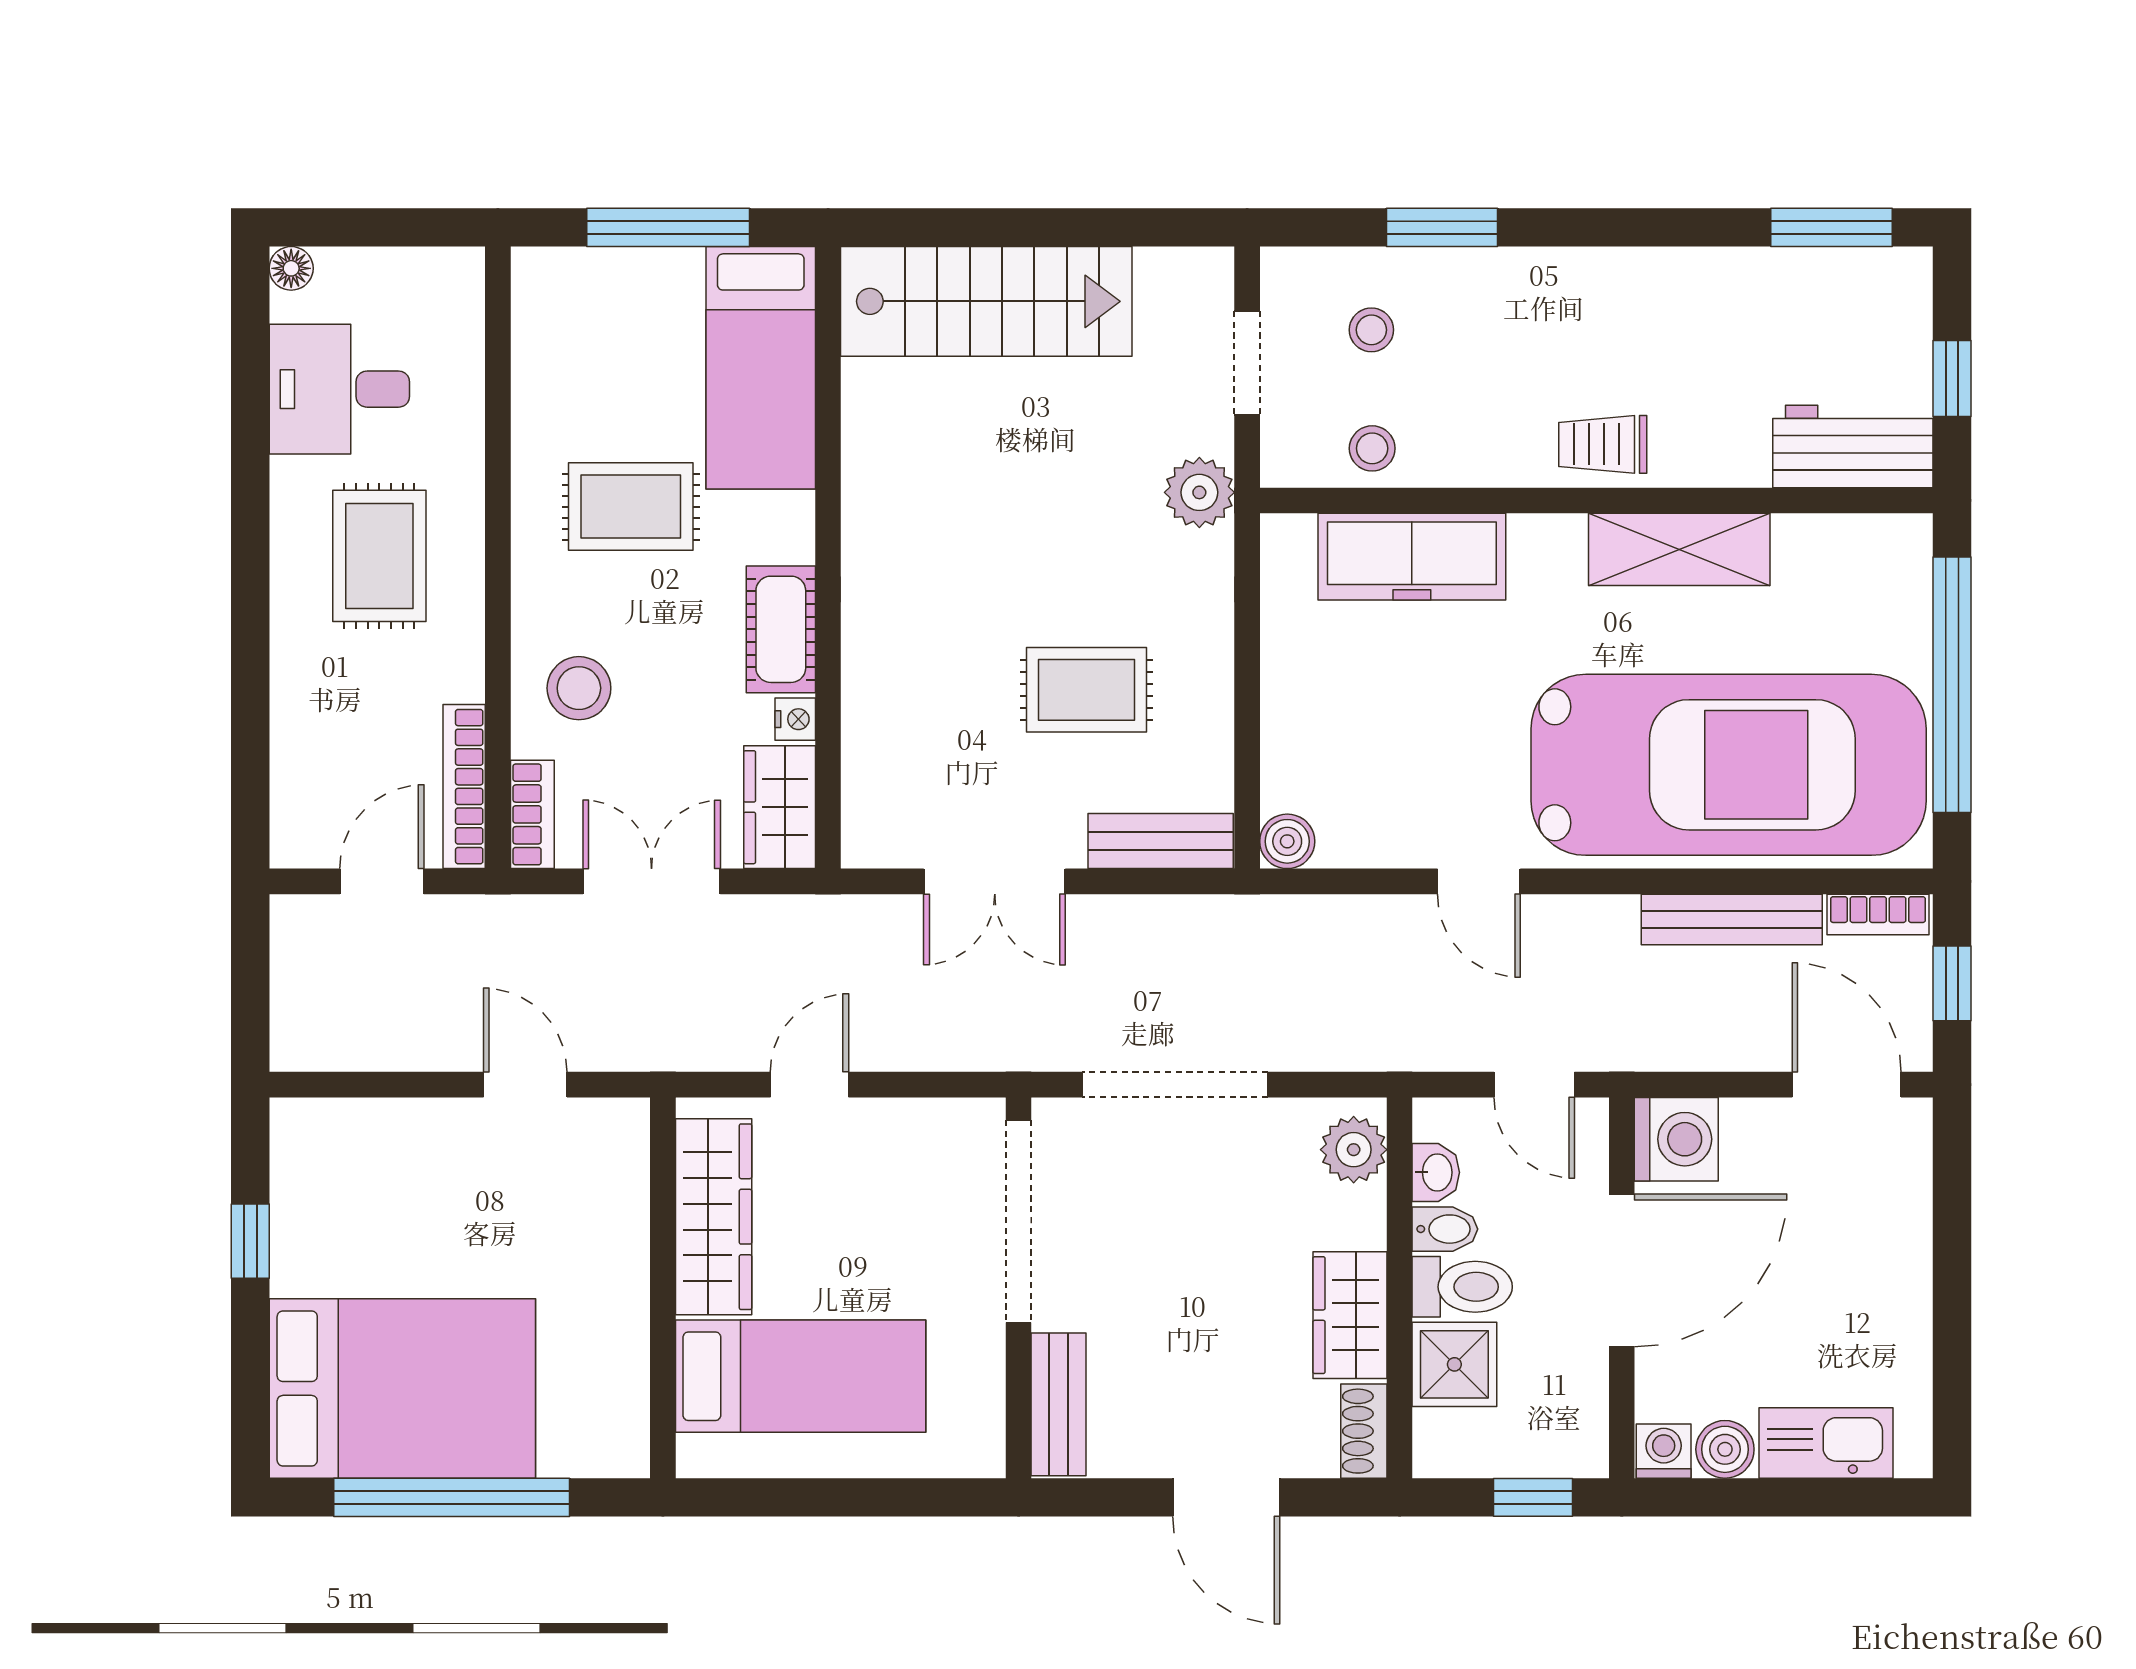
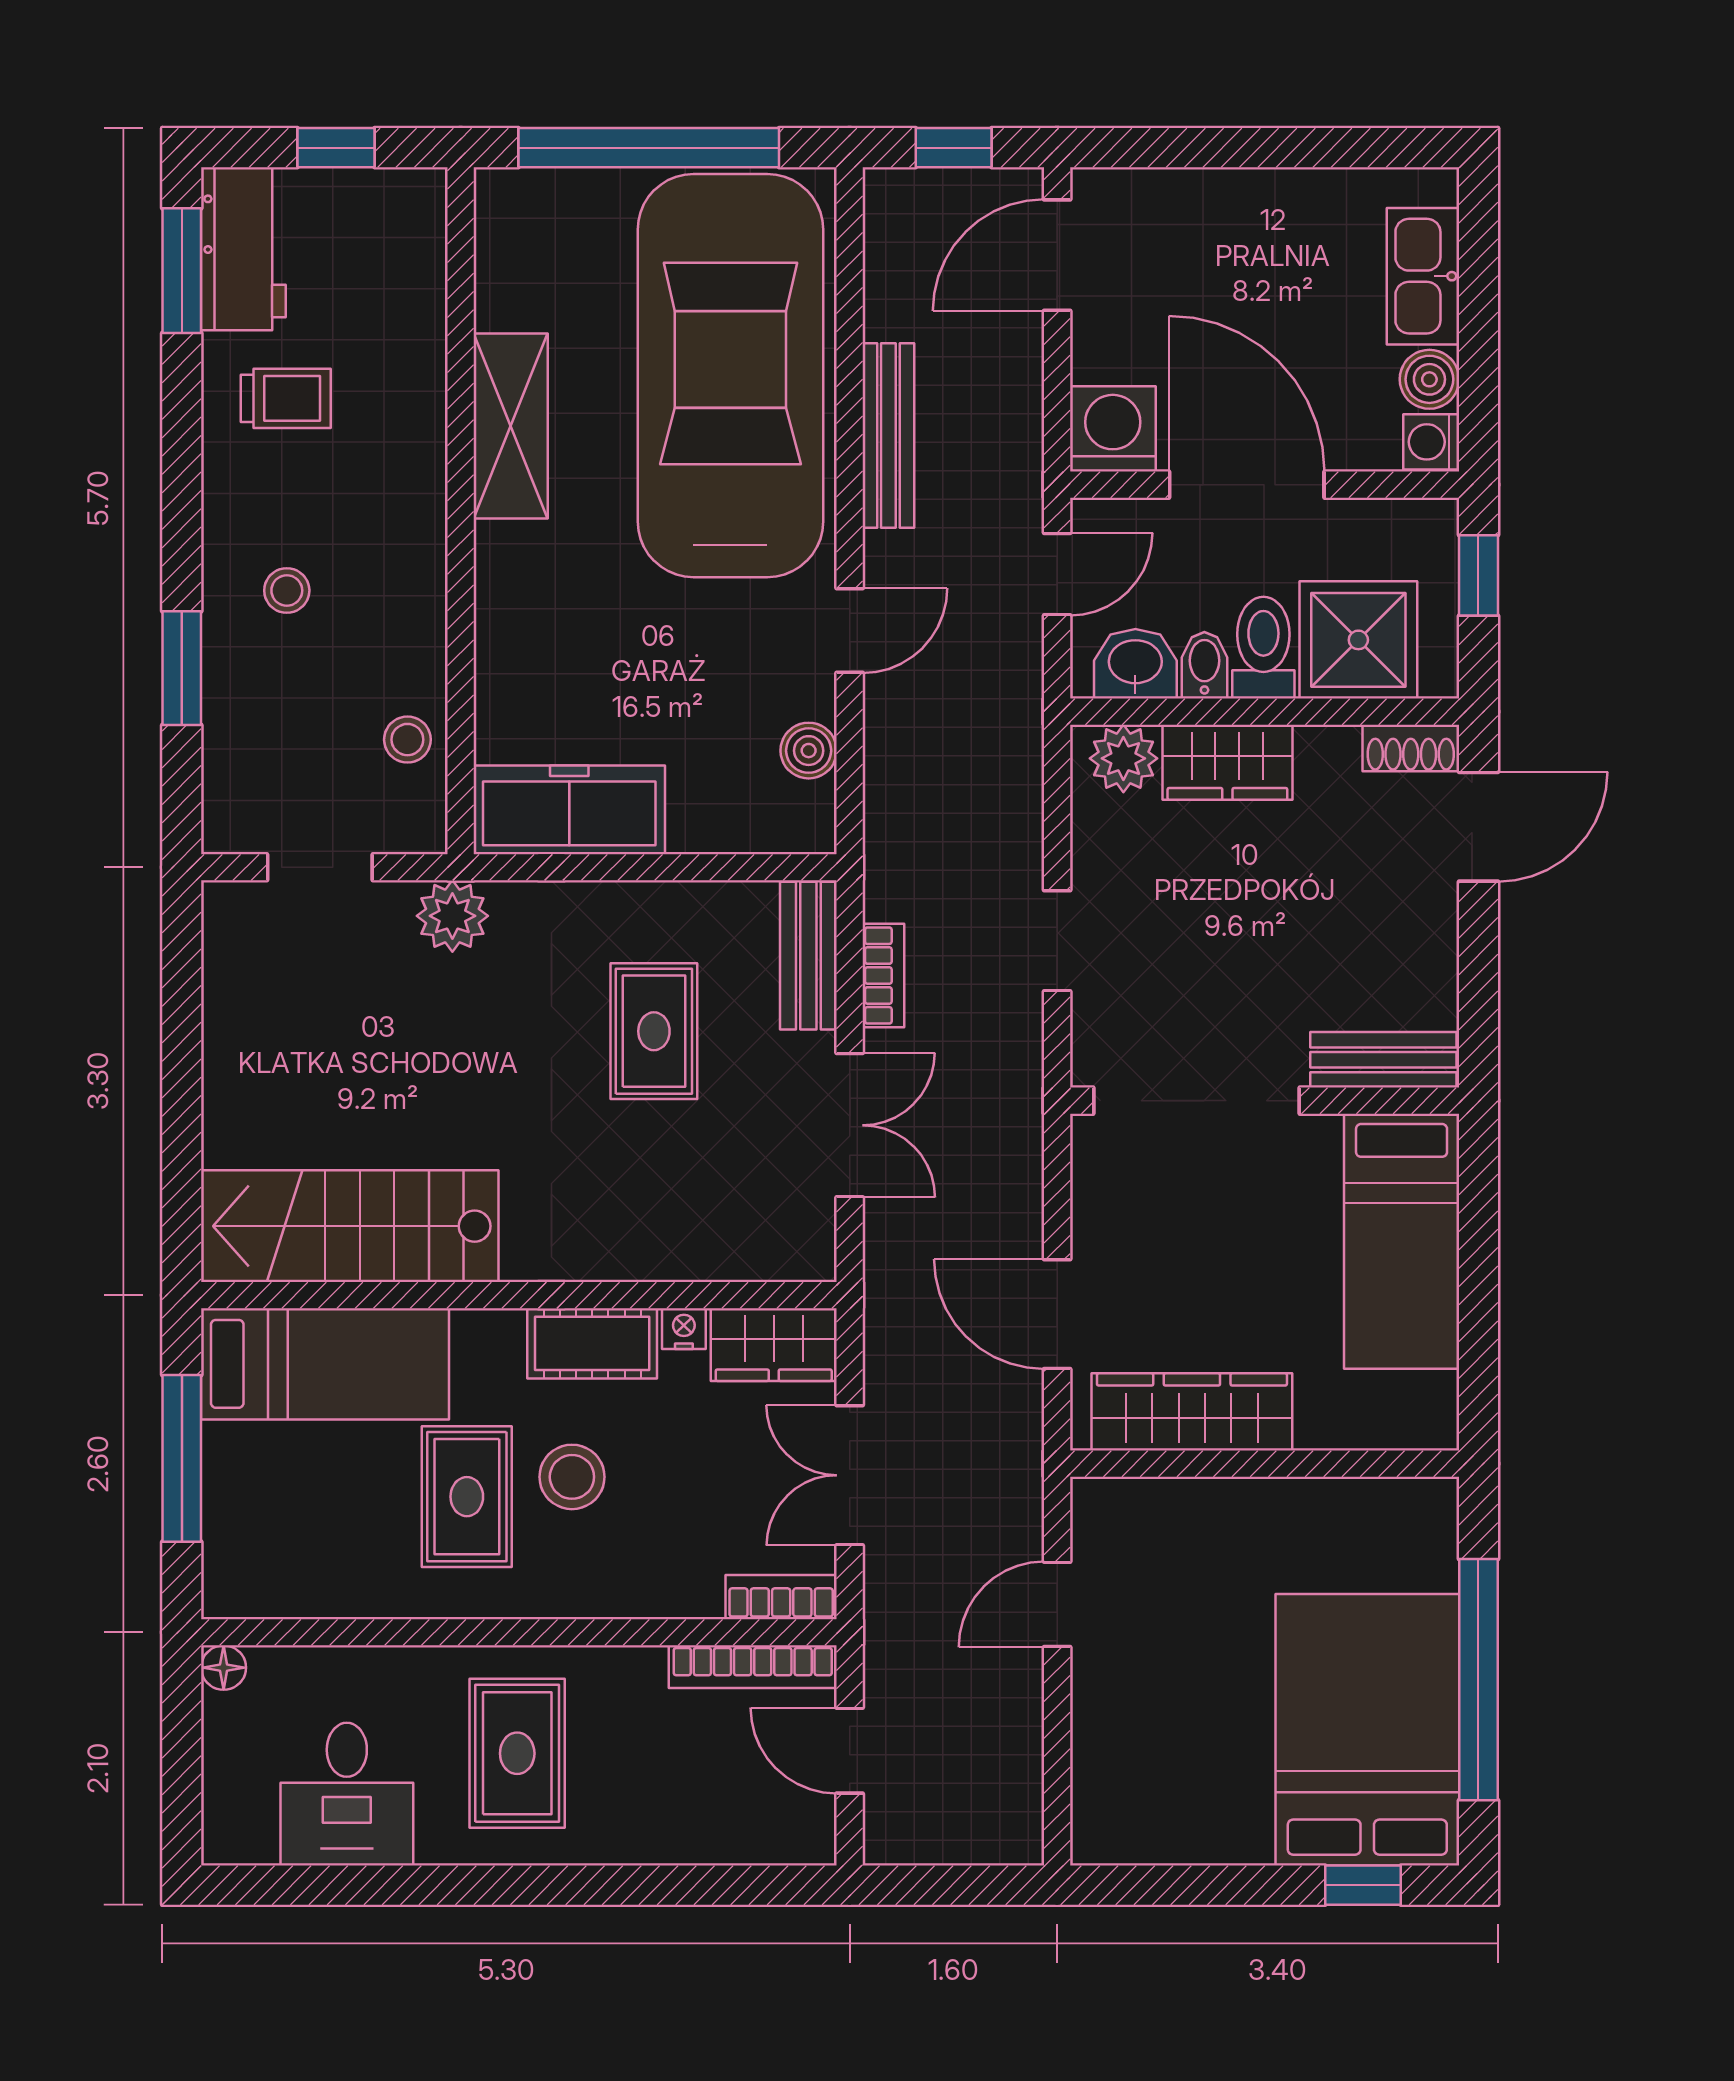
floor lamp: (291, 268) -> (224, 1668), moved
stairs: (986, 301) -> (350, 1226), moved, turned -90
stool: (1371, 330) -> (287, 590), moved
trolley: (1603, 444) -> (286, 398), moved, turned -90
workbench: (1853, 446) -> (243, 249), moved, turned 180
rug: (379, 556) -> (517, 1753), turned 90
freezer: (1412, 557) -> (569, 810), moved, turned -90
stool: (579, 688) -> (572, 1477), moved
boiler: (1287, 841) -> (809, 751), moved
bookcase: (1878, 914) -> (883, 976), moved
bench: (1732, 919) -> (888, 435), moved
door: (809, 1085) -> (1057, 1314), width x1.37
doorway: (1175, 1085) -> (1057, 941), width x0.53
washbasin: (1436, 1172) -> (1135, 664), width x1.38, depth x1.45
window: (250, 1241) -> (1363, 1885), moved
wardrobe: (1350, 1315) -> (1227, 762), moved
shower: (1454, 1364) -> (1358, 640), width x1.36, depth x1.36
bed: (801, 1376) -> (1402, 1241), moved, turned 180
door: (1226, 1497) -> (1478, 827), moved

